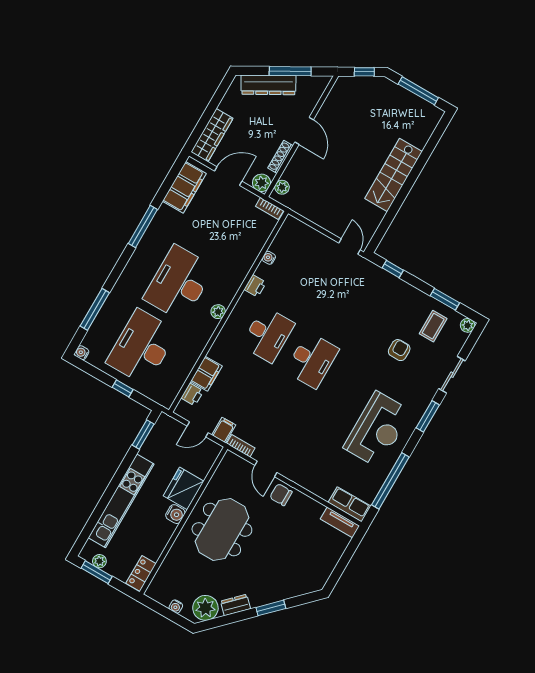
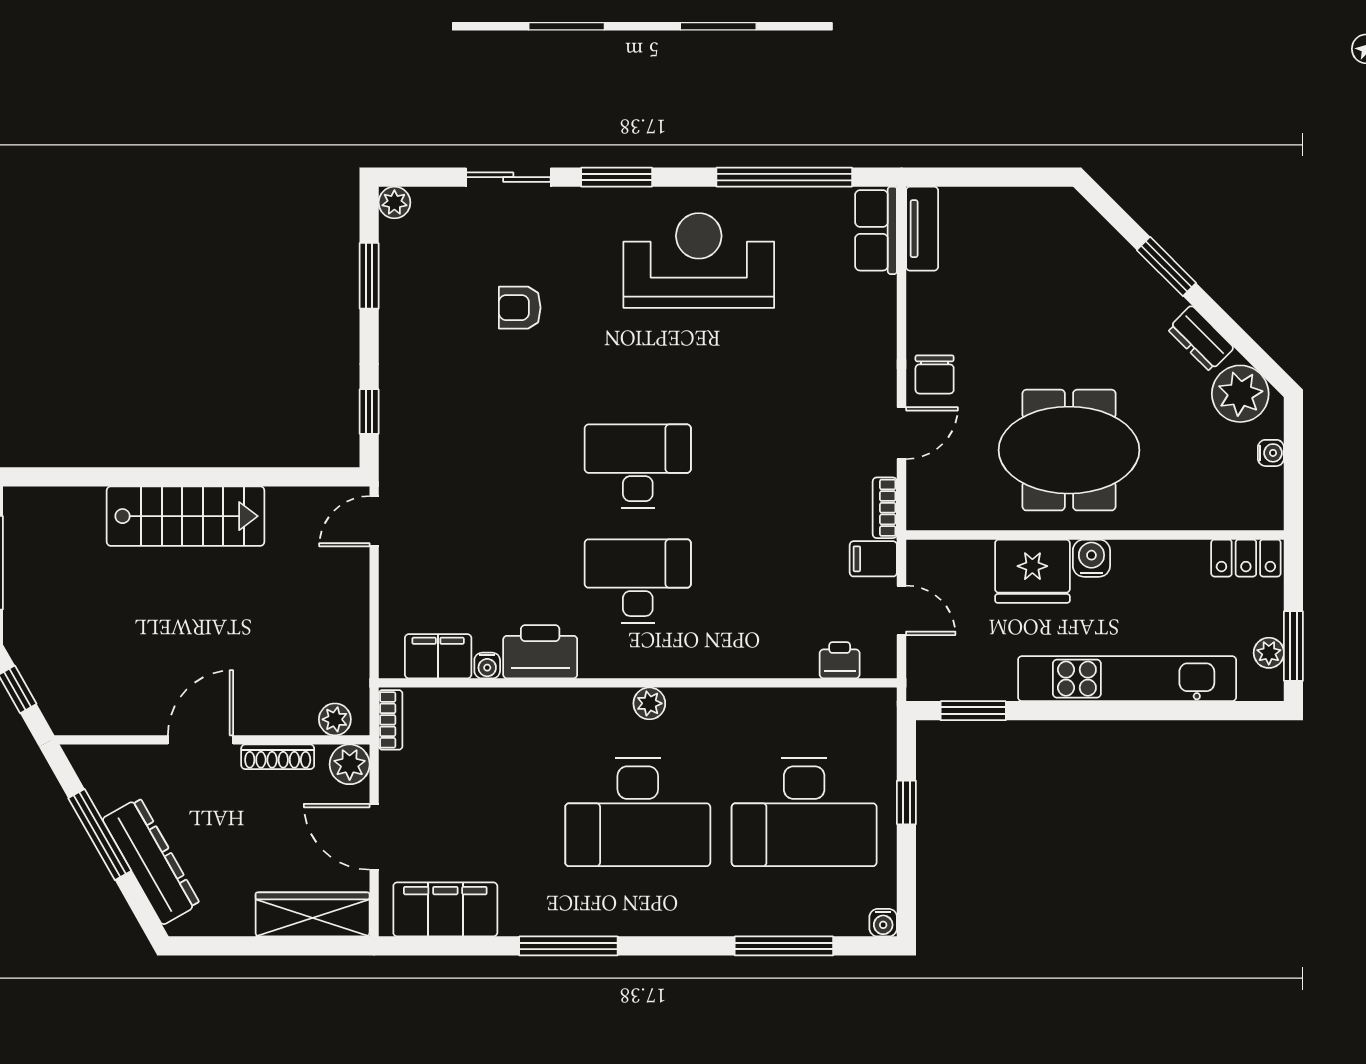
printer: (255, 286) -> (540, 652), width x1.87, depth x1.48
coffee table: (433, 326) -> (435, 269), removed
filing cabinet: (206, 374) -> (438, 656), moved

